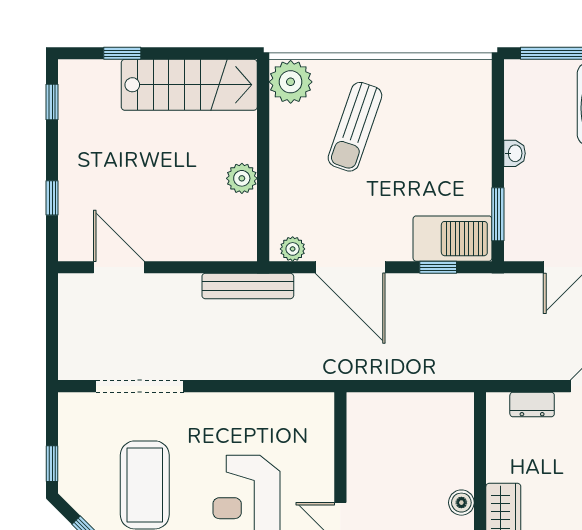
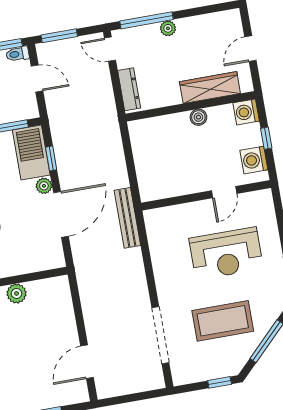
plant: (293, 249) -> (44, 186), moved
bench: (248, 286) -> (127, 218), moved
dresser: (532, 405) -> (129, 89), width x1.44

